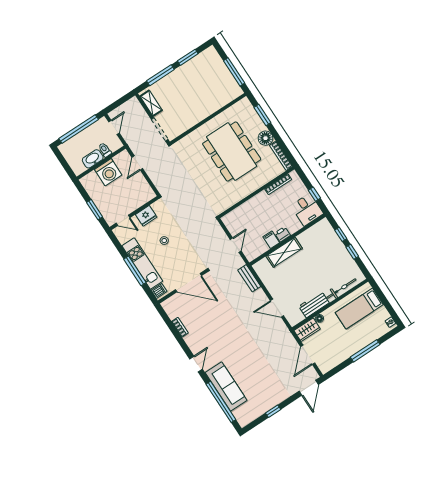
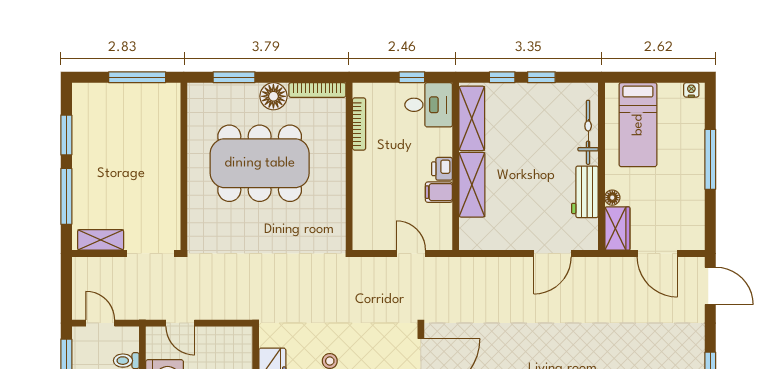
shelving: (314, 233) -> (472, 118), added
bench: (249, 278) -> (477, 266), removed

